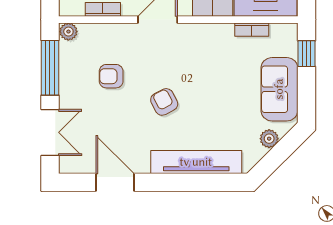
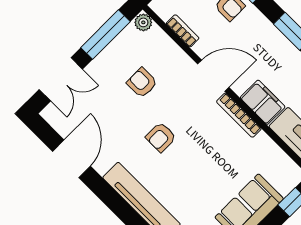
bookcase: (252, 30) -> (239, 115), moved, width x1.56
armchair: (164, 102) -> (161, 137), turned -152

